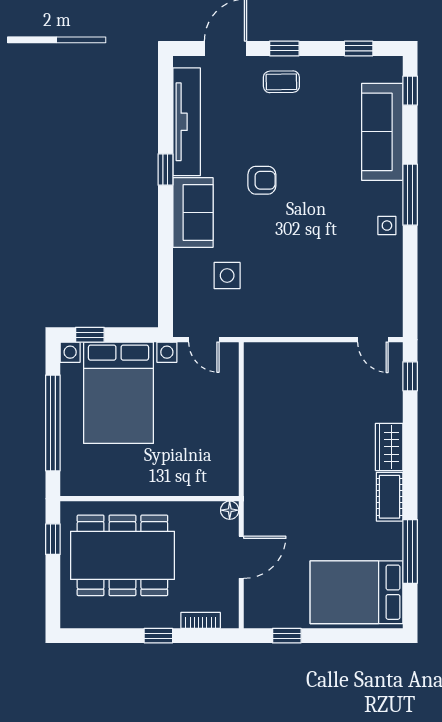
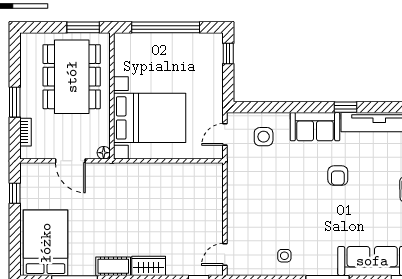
side table: (387, 226) -> (284, 256), moved
side table: (227, 275) -> (264, 137), moved
bed with nightstands: (119, 393) -> (150, 118), moved, turned 180
window: (53, 539) -> (83, 27), width x1.50
window: (158, 636) -> (15, 102), width x1.50

